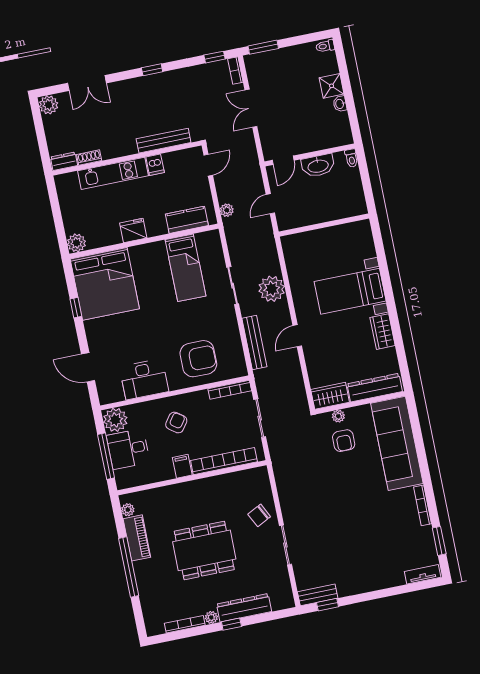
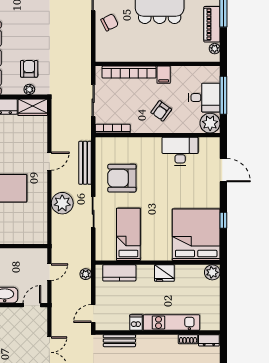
bench: (164, 141) -> (119, 341), width x0.73
armchair: (198, 359) -> (122, 178), moved

